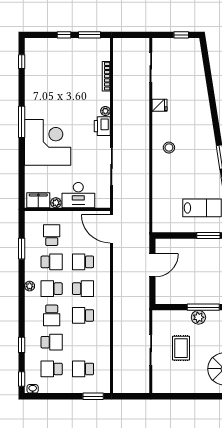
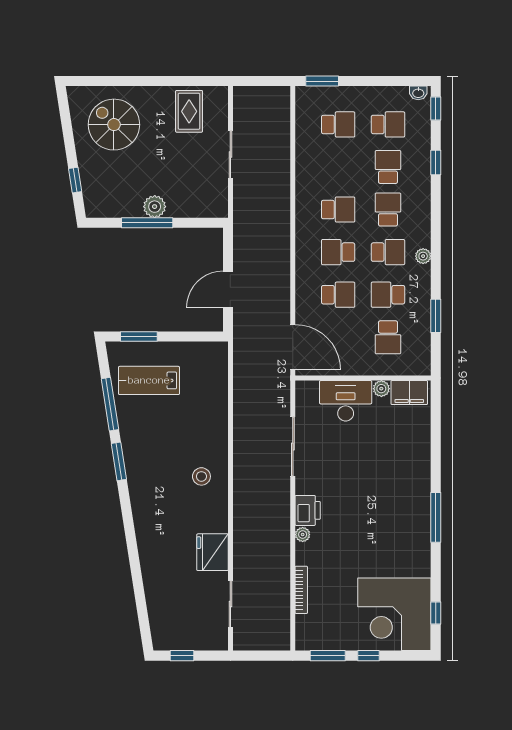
fridge: (160, 105) -> (212, 552), width x1.88, depth x1.34
corner desk: (48, 142) -> (394, 614), moved
school desk: (52, 342) -> (388, 167), turned 90
rug: (181, 348) -> (189, 111), moved

